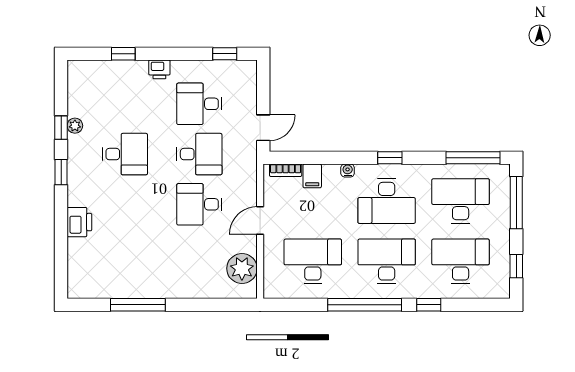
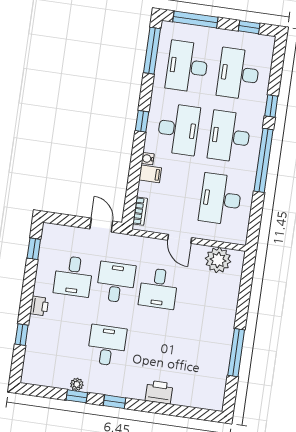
filing cabinet: (312, 176) -> (150, 174), moved

